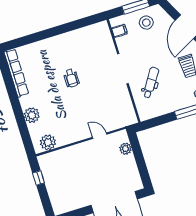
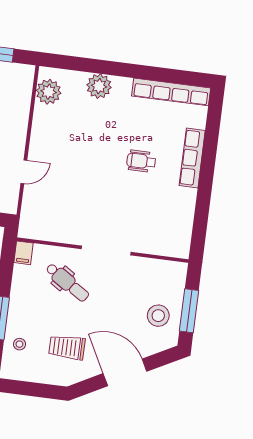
filing cabinet: (119, 31) -> (24, 253), moved
row of seats: (48, 44) -> (192, 158), added
wheelchair: (71, 78) -> (141, 161), moved

